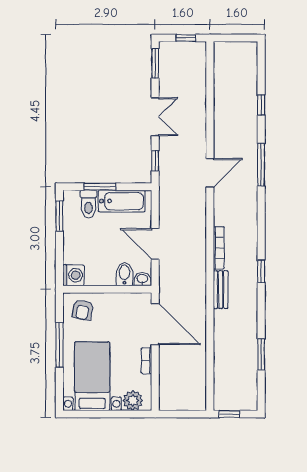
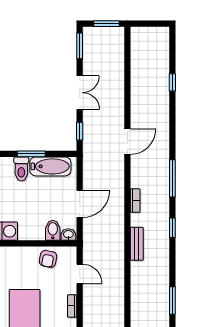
window: (186, 38) -> (106, 24), width x1.50
window: (261, 165) -> (172, 178), moved
door: (155, 244) -> (80, 204), swing flipped
bookcase: (219, 248) -> (135, 201), width x0.64
armchair: (83, 310) -> (48, 259), moved
door: (155, 324) -> (80, 274), width x0.53

